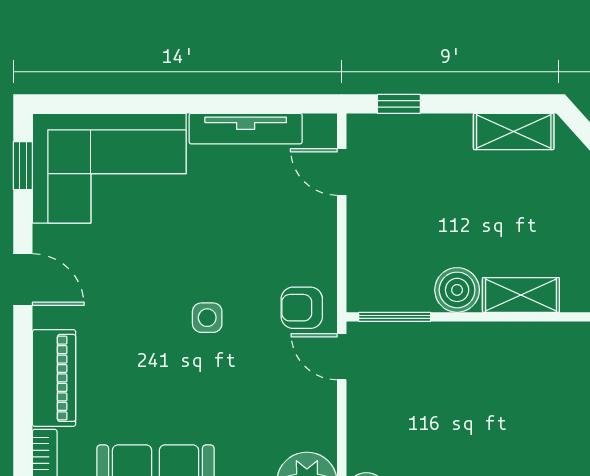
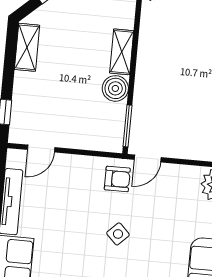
armchair: (302, 308) -> (117, 179), turned -90
side table: (207, 318) -> (118, 234), turned 45

